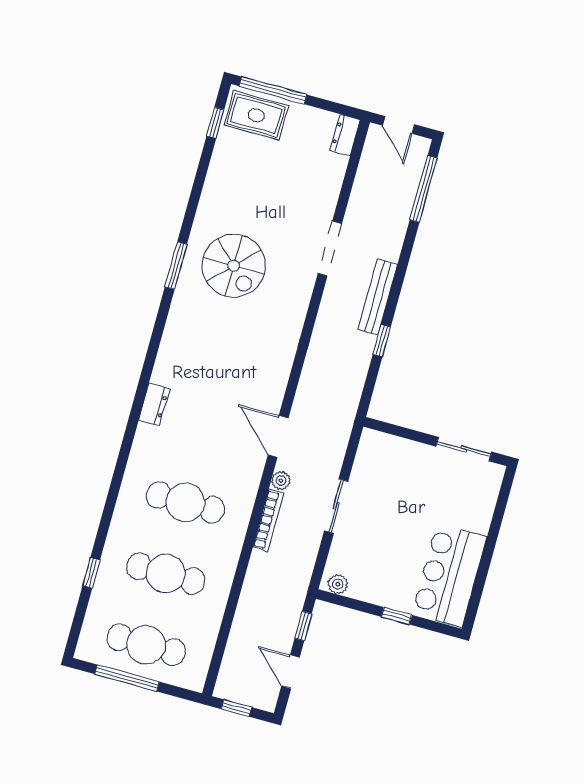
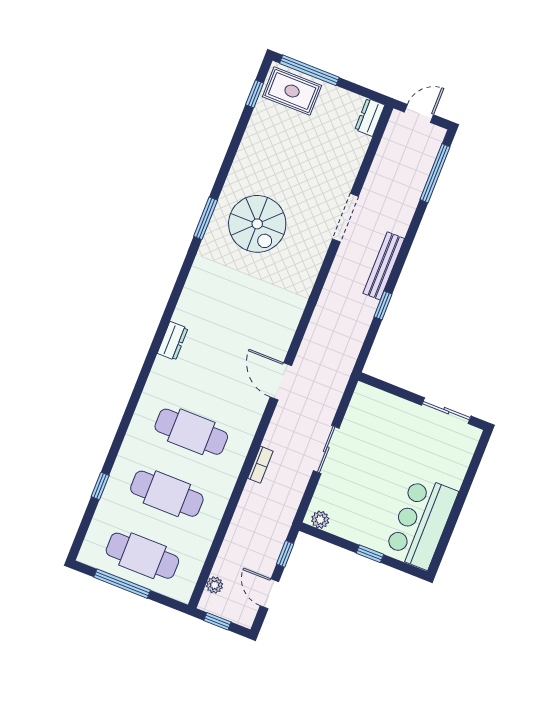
door: (399, 125) -> (419, 113), swing flipped
plant: (281, 481) -> (215, 585), moved
bookcase: (268, 520) -> (260, 465), width x0.64

